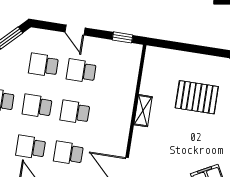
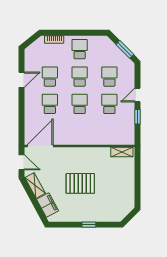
window: (122, 37) -> (138, 117), moved
pallet: (197, 97) -> (80, 183), moved, turned 90
shelving: (143, 111) -> (122, 152), moved

